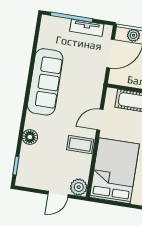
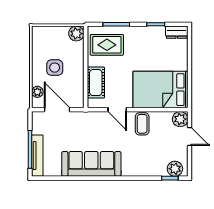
tv unit: (87, 28) -> (37, 156), moved, width x1.41
floor lamp: (30, 137) -> (142, 170), removed
plant: (25, 173) -> (175, 169), added

